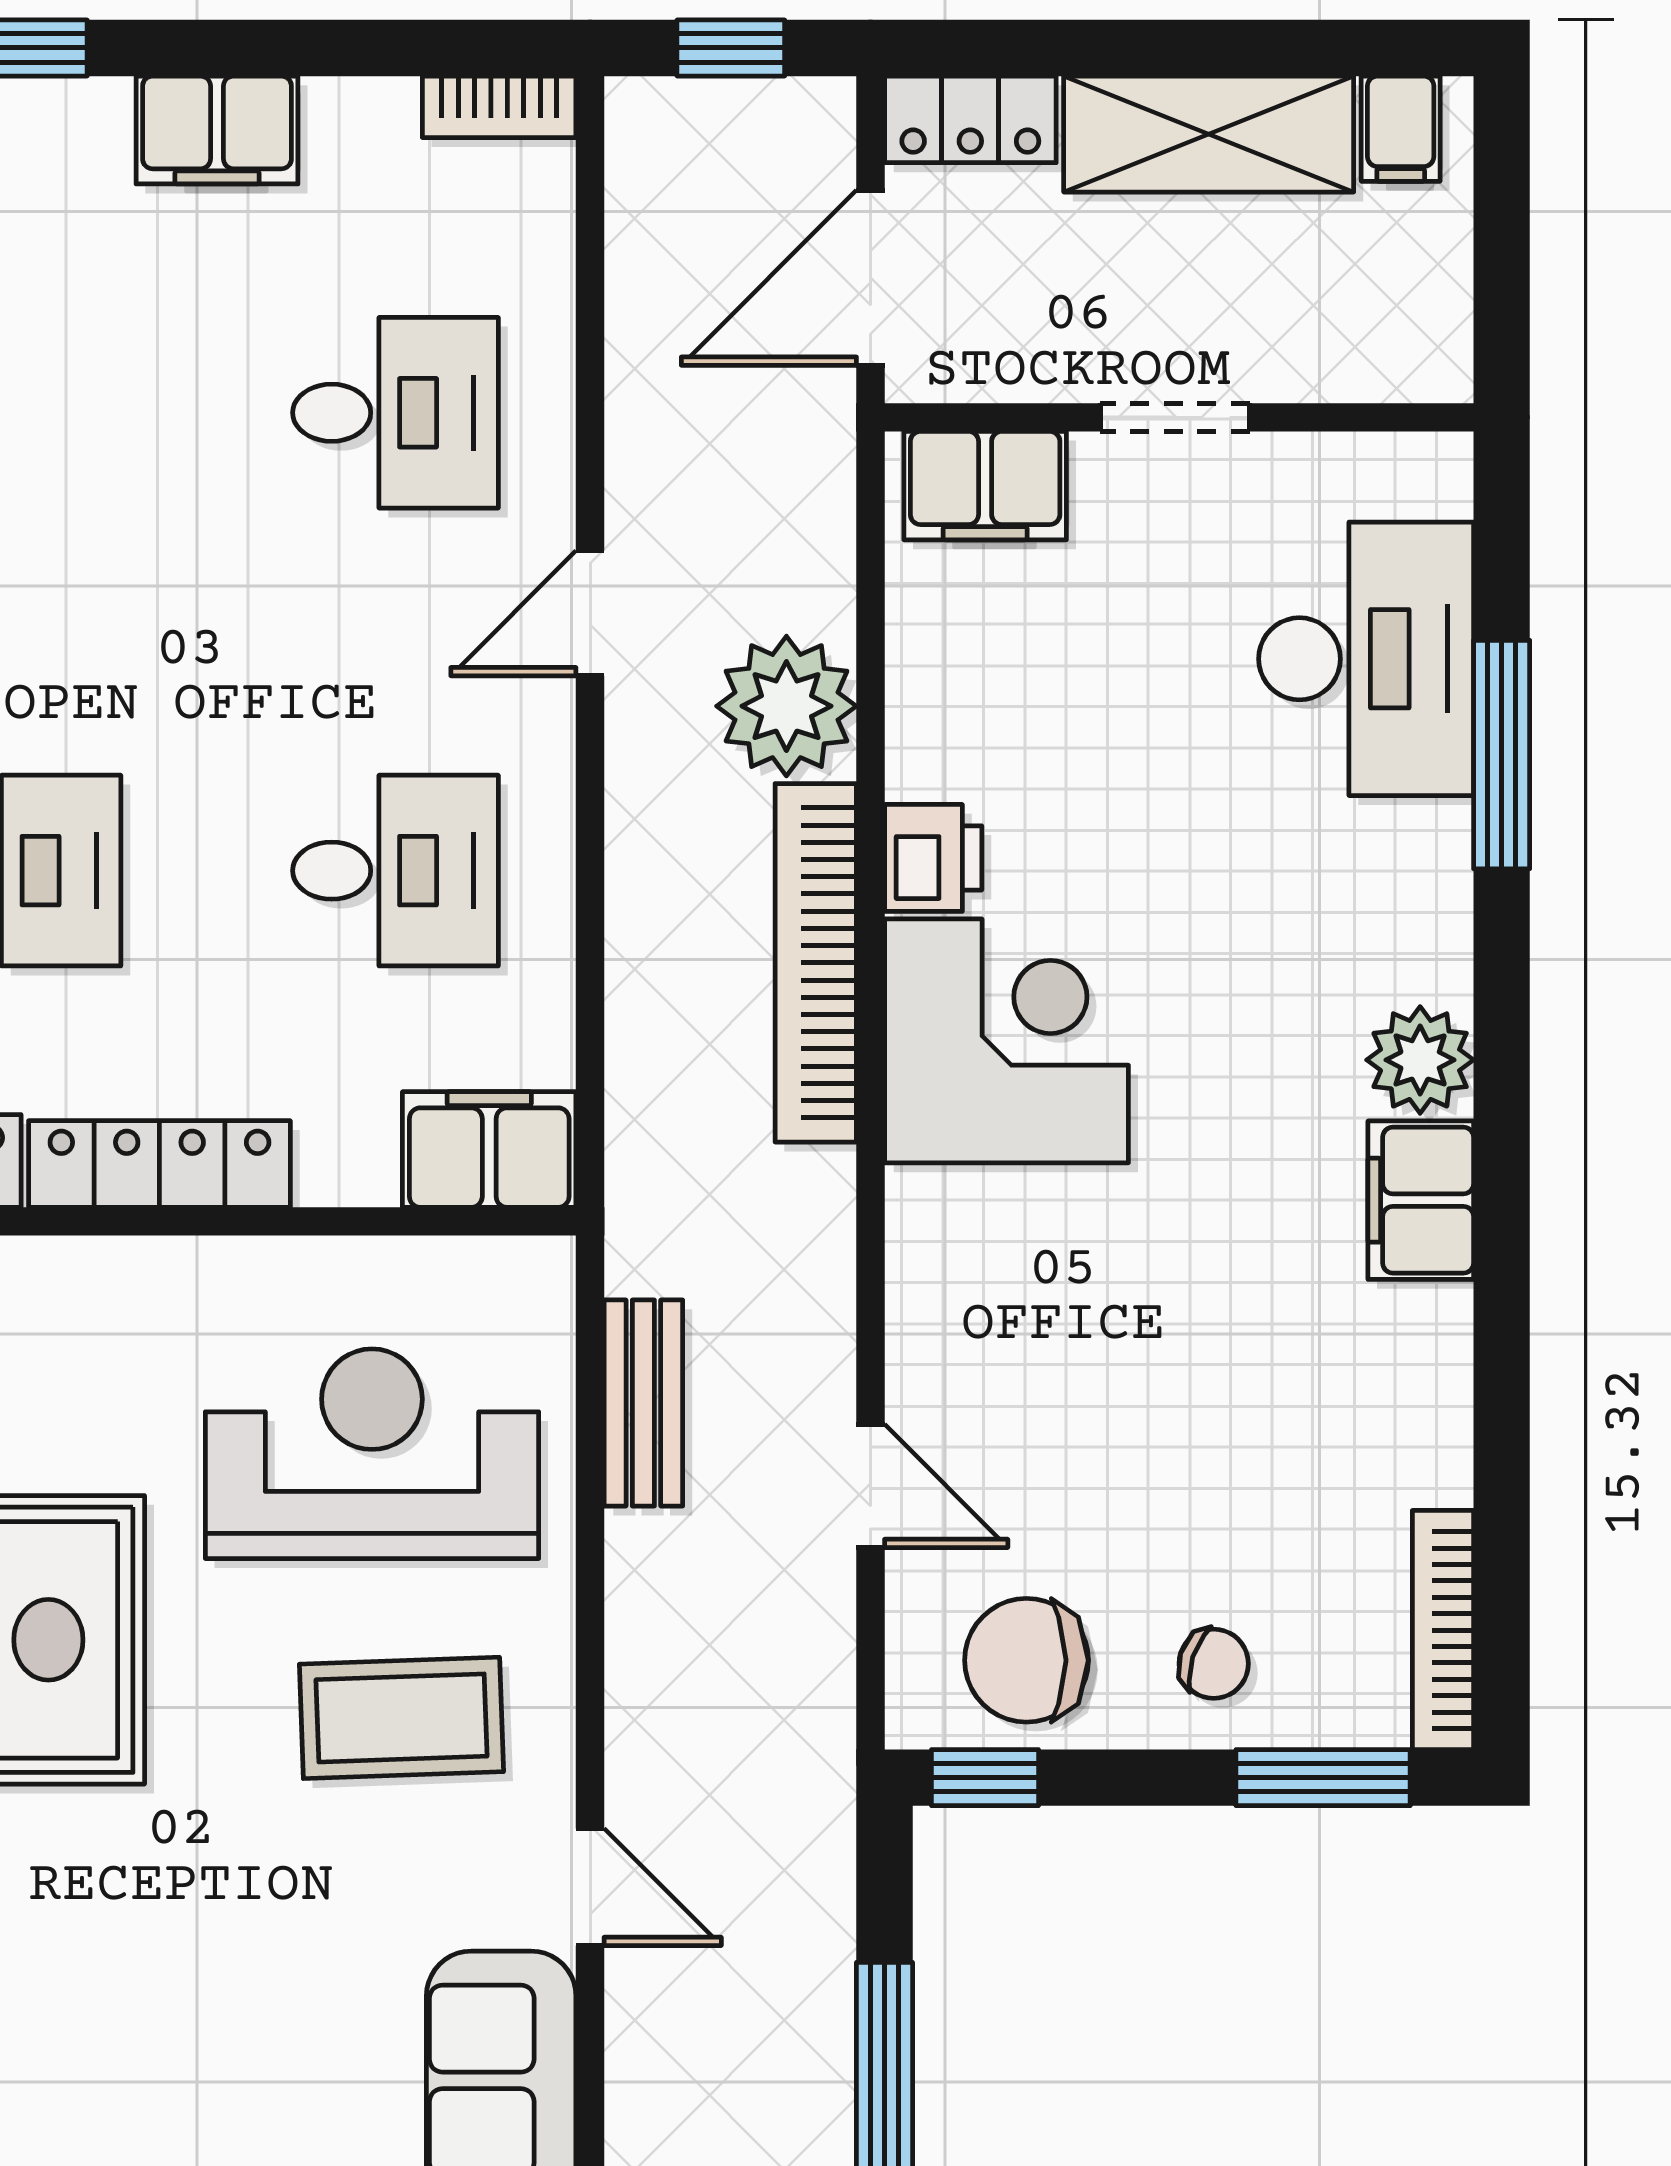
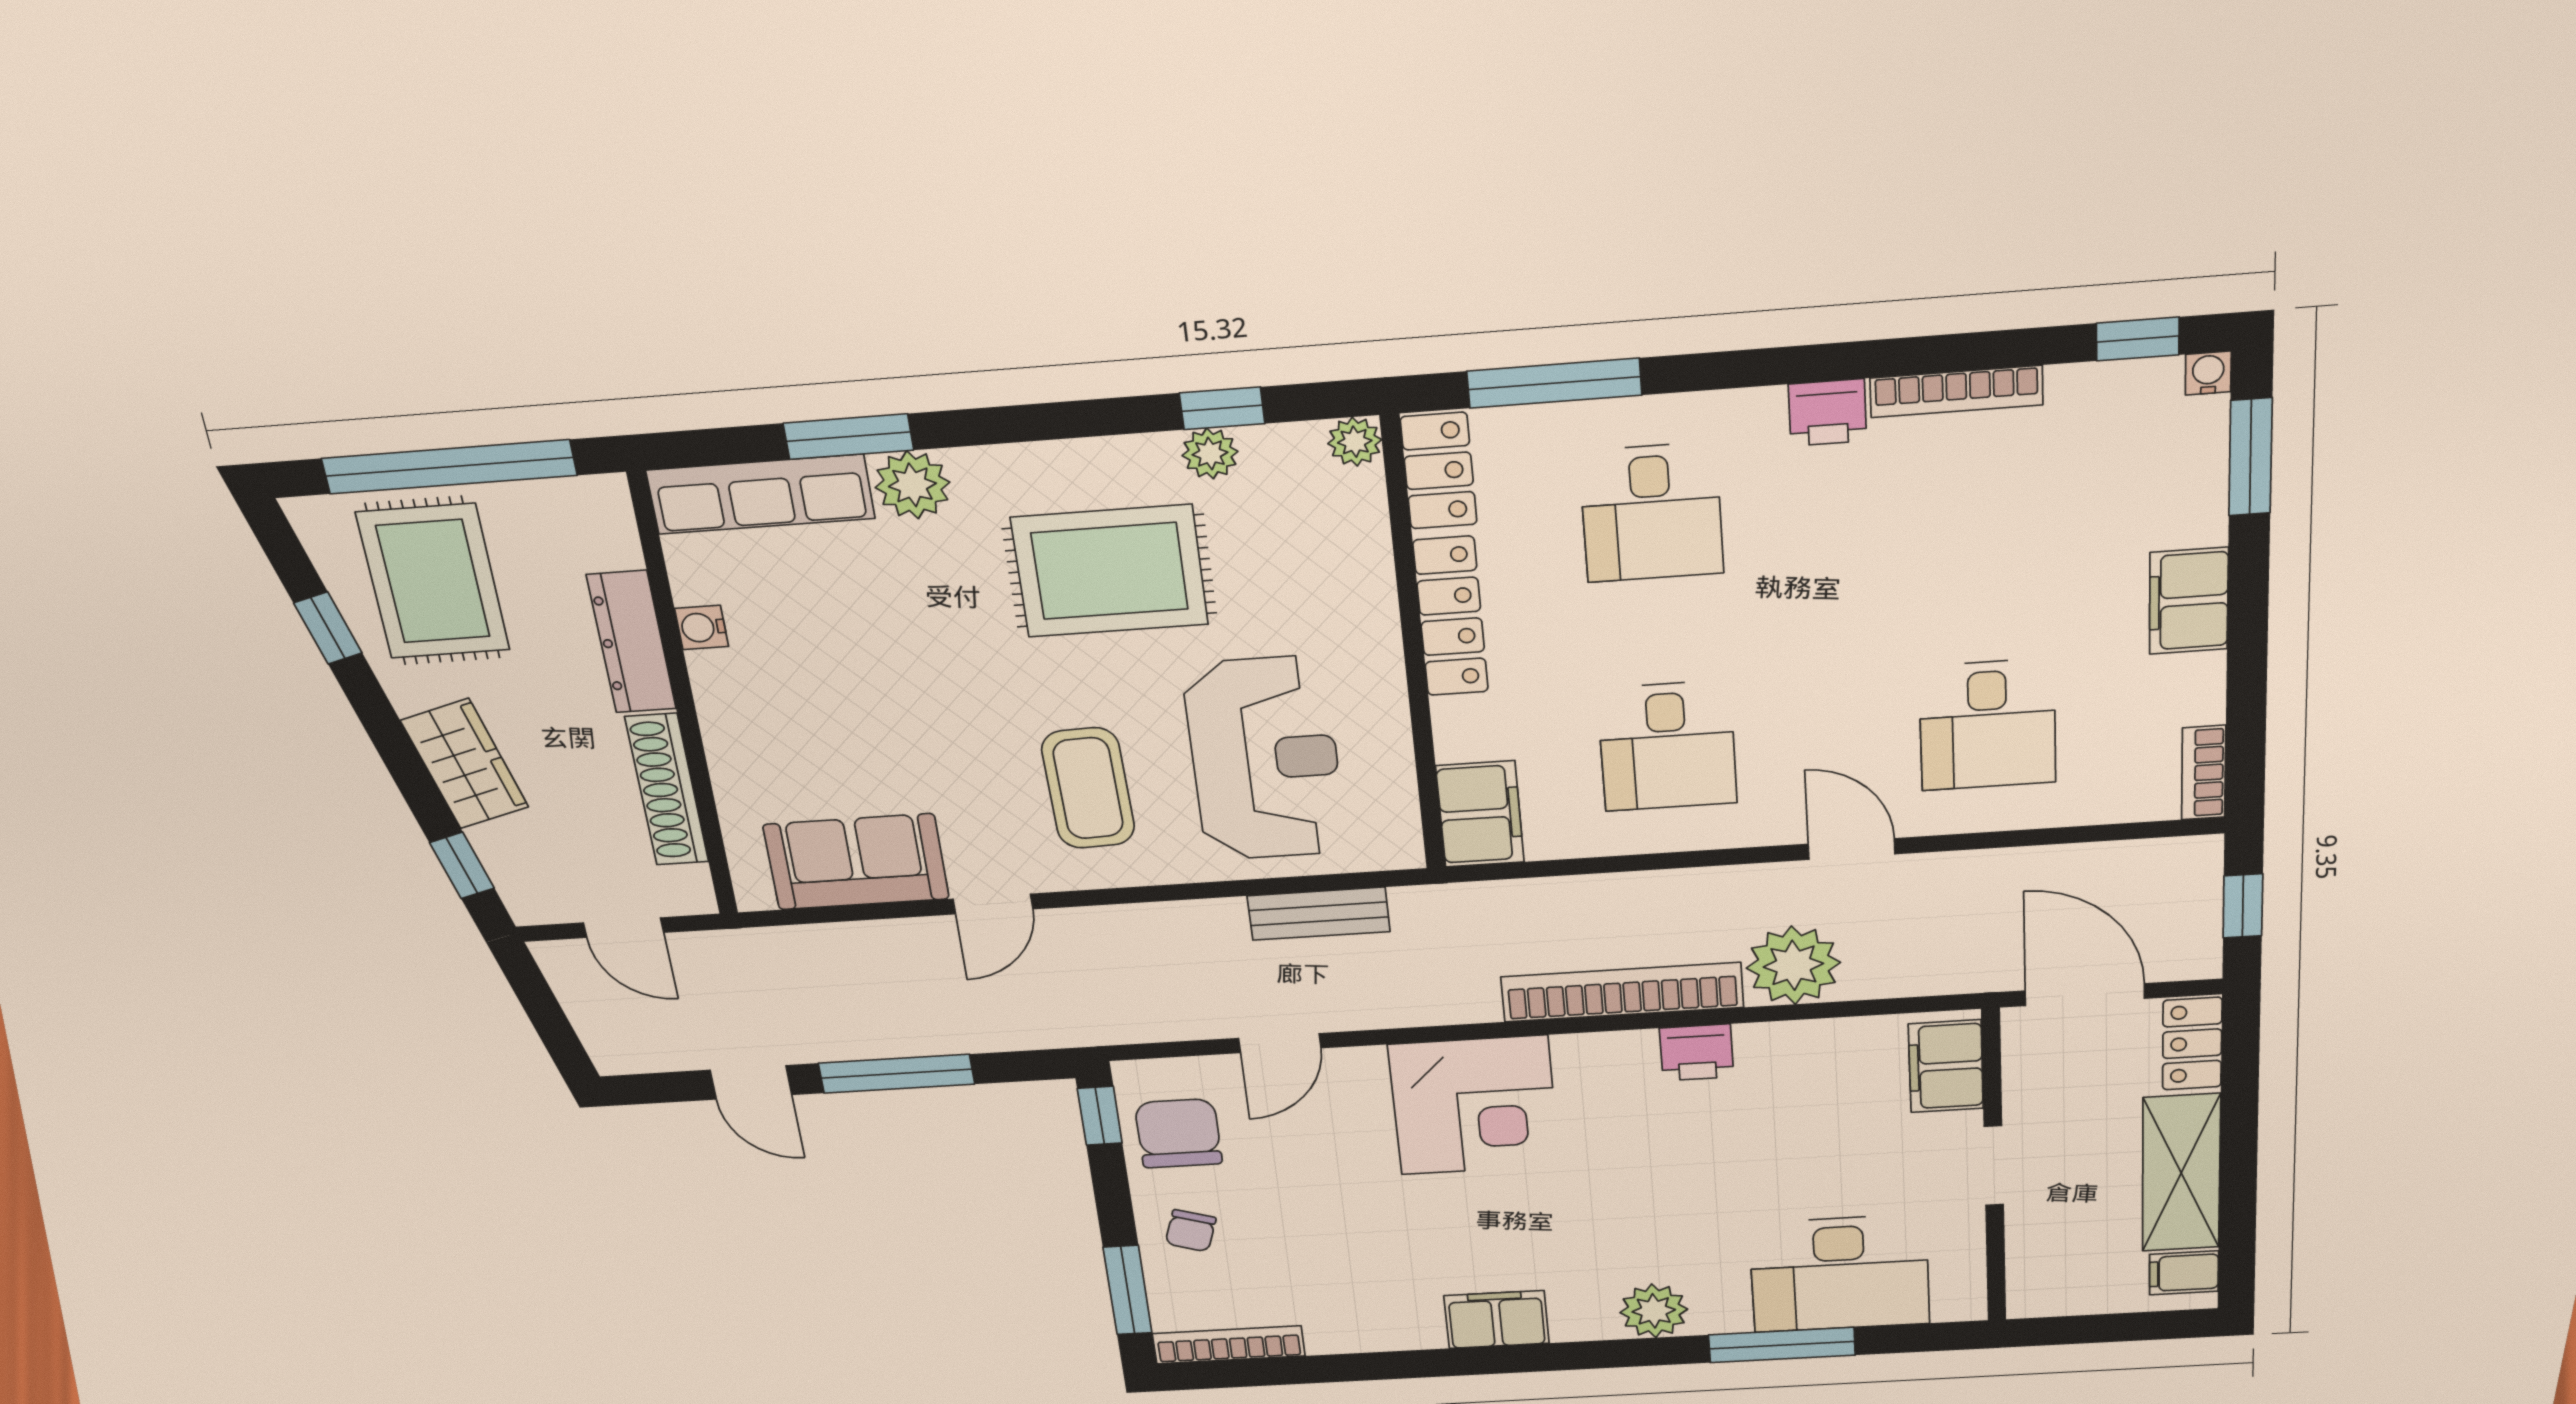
corner desk: (1006, 1041) -> (1474, 1105), moved
plant: (1420, 1060) -> (1654, 1311), moved

